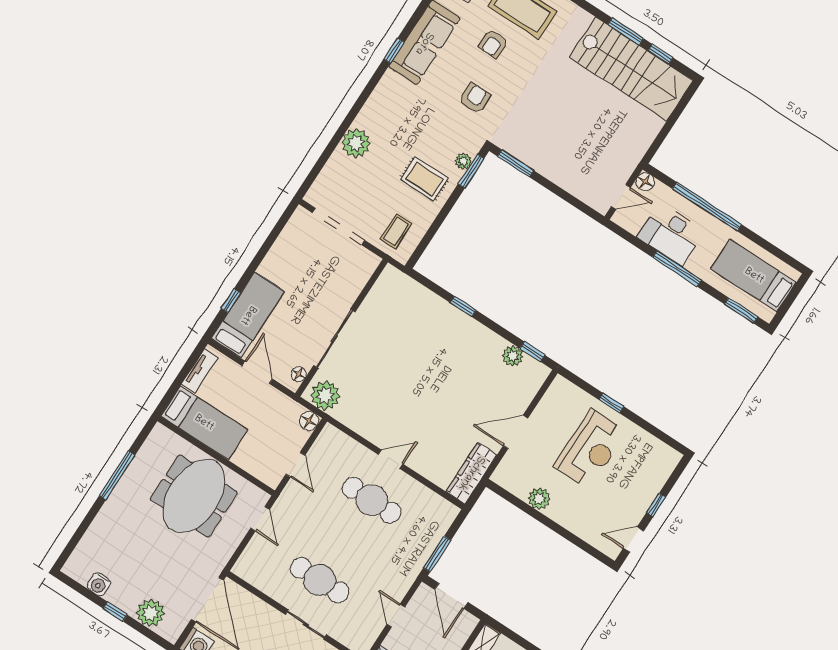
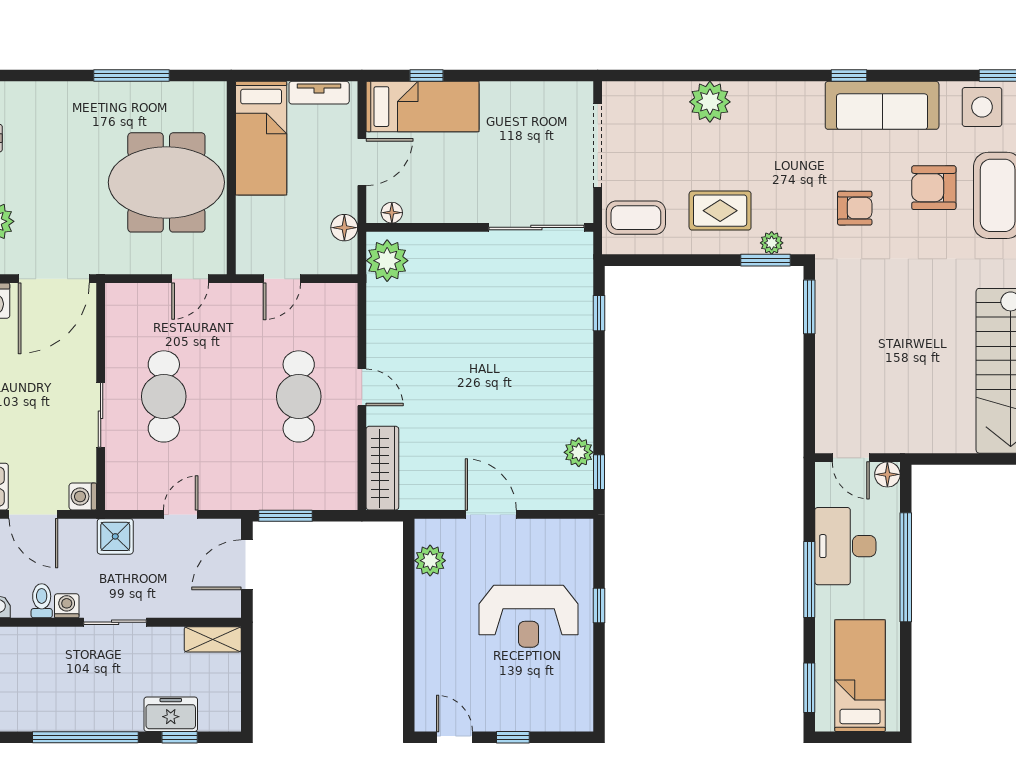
armchair: (493, 44) -> (934, 188), width x1.38, depth x1.38
rug: (424, 179) -> (720, 211), turned 90
coffee table: (396, 232) -> (636, 218), width x1.36, depth x1.30
window: (463, 306) -> (599, 313), moved
sliding door: (334, 339) -> (536, 227), moved
floor lamp: (309, 421) -> (344, 228), moved
wardrobe: (471, 473) -> (382, 468), moved, turned 90
plant: (539, 499) -> (430, 561), moved

